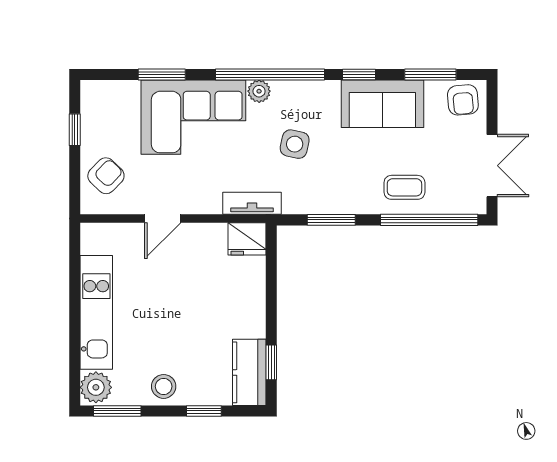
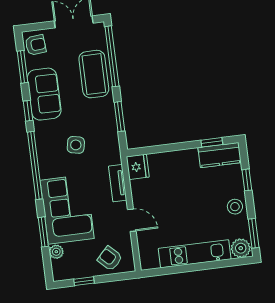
plant: (259, 91) -> (56, 252), moved
coffee table: (404, 187) -> (94, 74), width x1.86, depth x1.72
tv unit: (252, 203) -> (118, 183), moved

